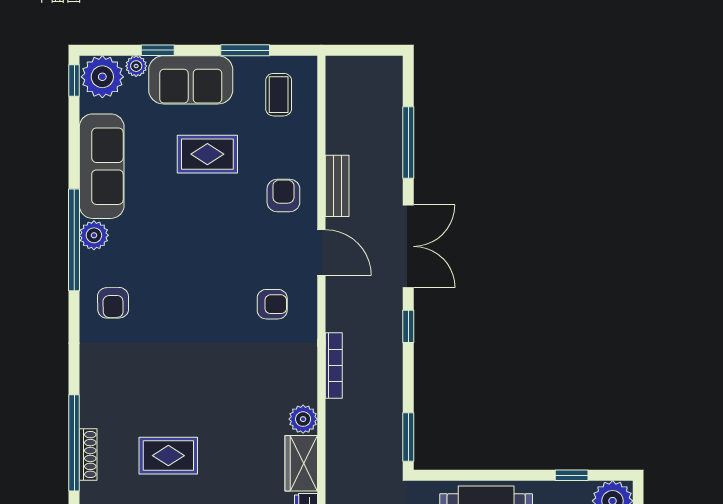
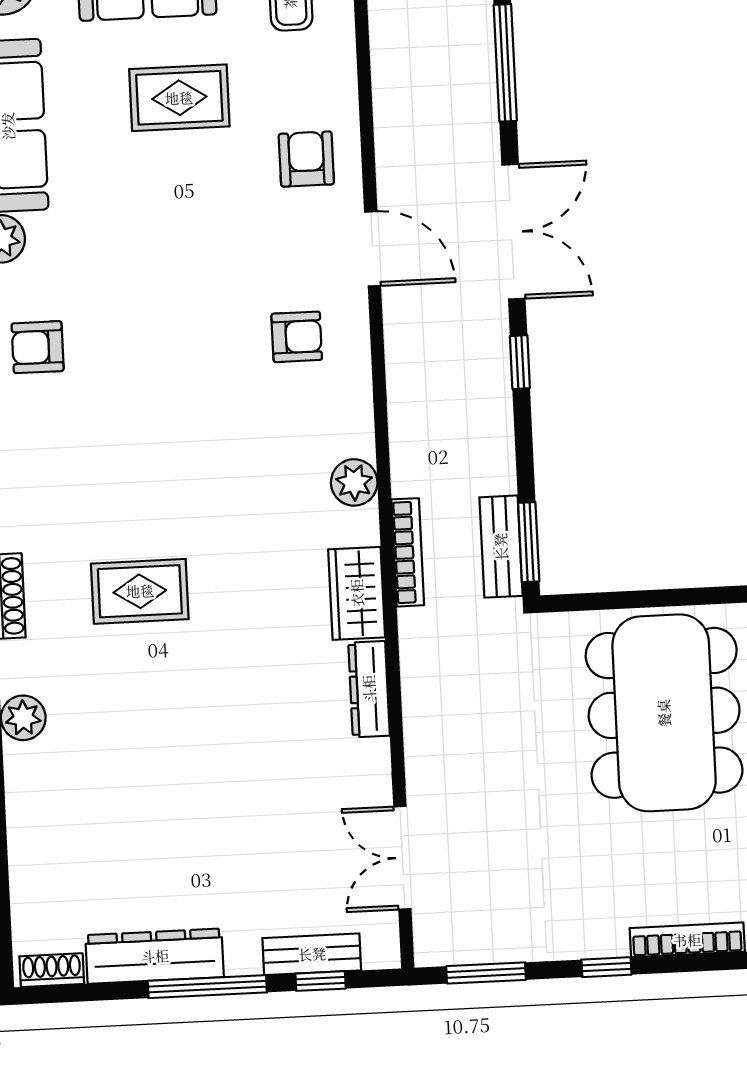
bench: (337, 186) -> (501, 547), moved
armchair: (113, 303) -> (38, 347), turned 91
bookcase: (334, 366) -> (408, 552), moved
plant: (303, 419) -> (354, 482), moved

